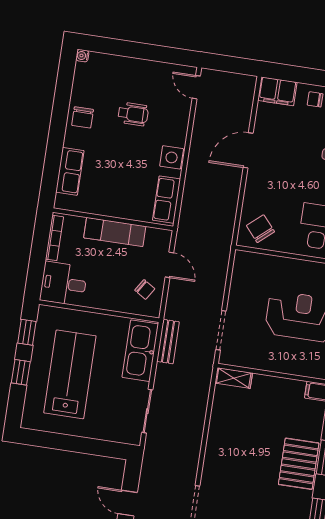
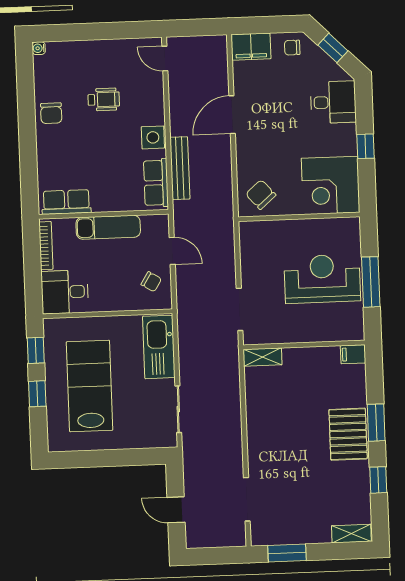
row of seats: (70, 171) -> (66, 202), moved, turned -90
bench: (168, 342) -> (180, 168), moved, width x1.36

